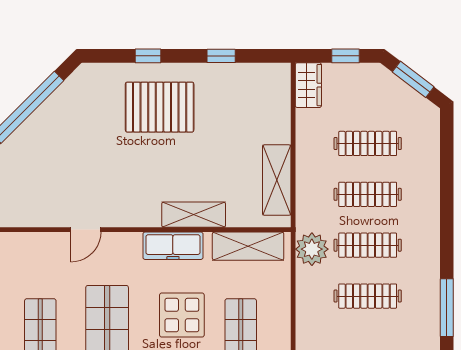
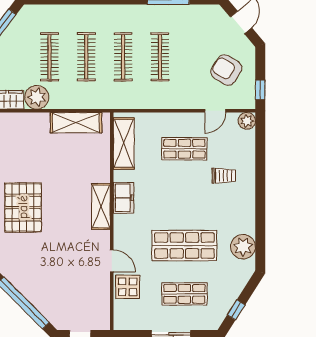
shelving: (194, 215) -> (101, 206), moved
freezer: (173, 246) -> (123, 198), width x0.71
plant: (312, 249) -> (37, 97), moved
display table: (182, 315) -> (128, 287), moved, width x0.73, depth x0.73

